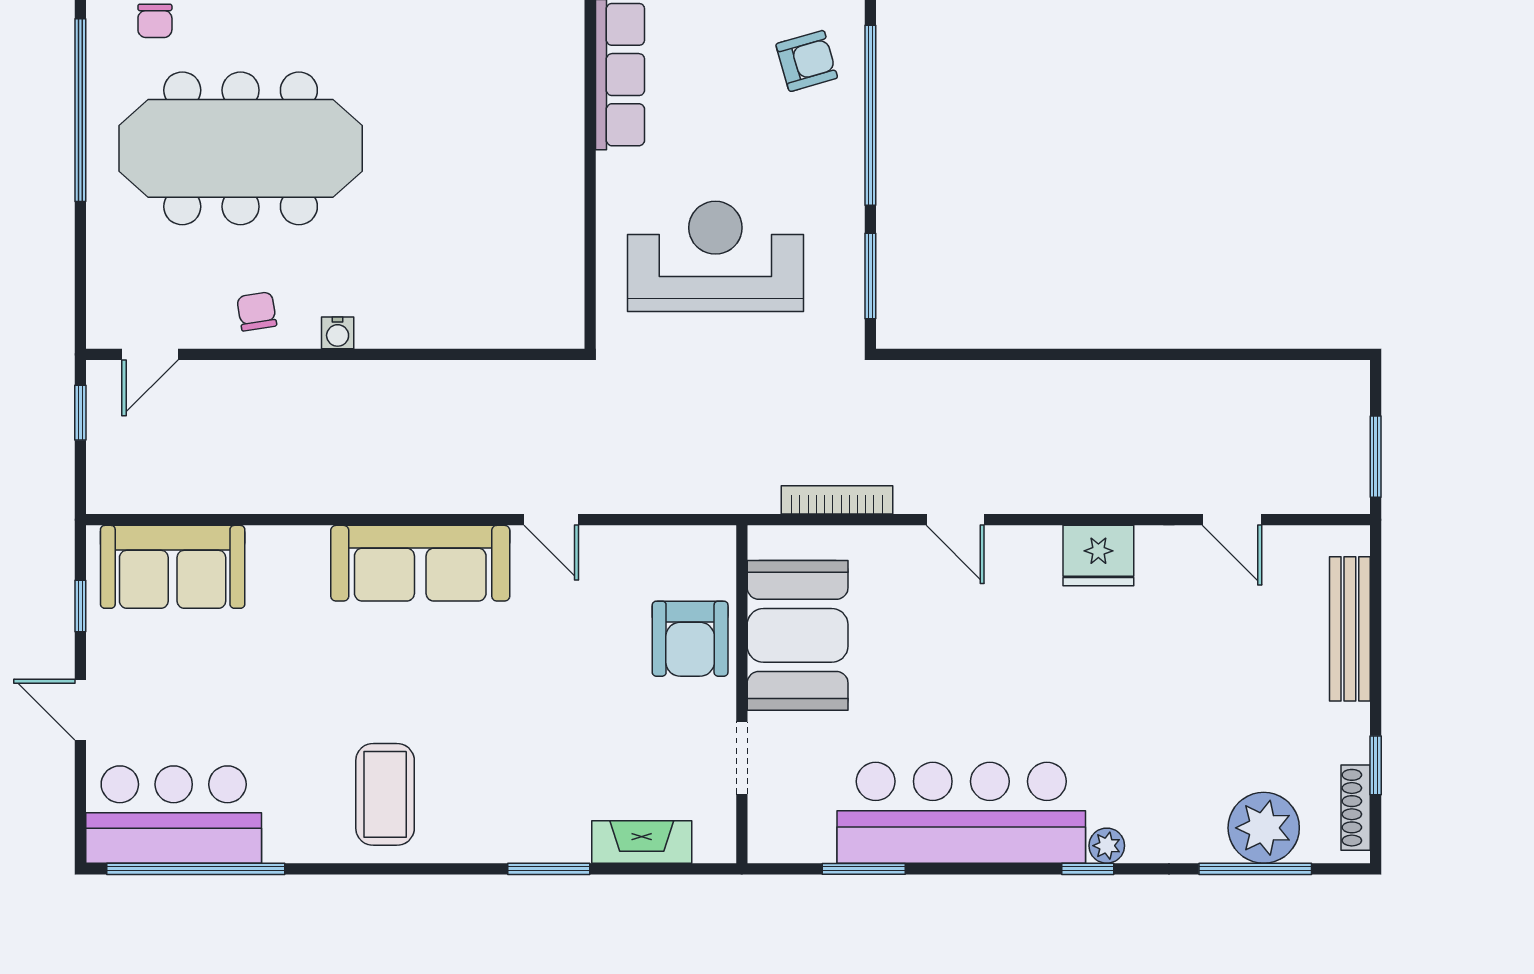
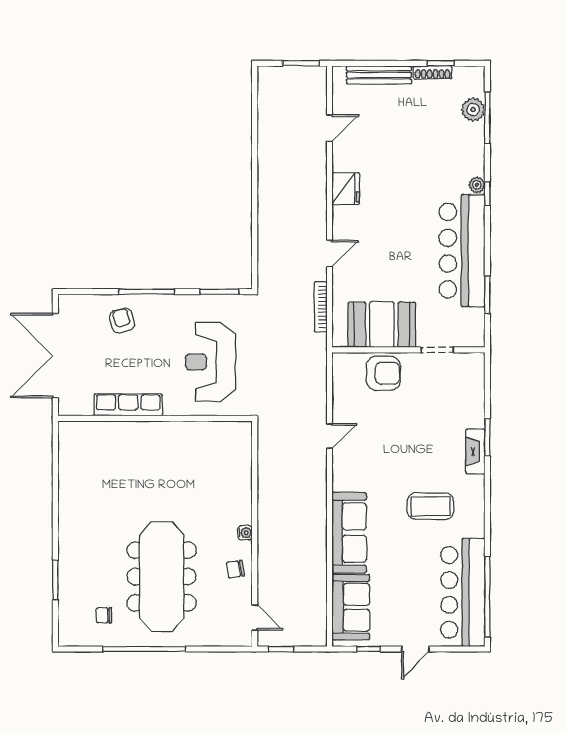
chair: (155, 21) -> (104, 615), turned 180
window: (870, 115) -> (147, 292), width x0.68
sofa: (420, 563) -> (349, 533), moved
coffee table: (385, 794) -> (430, 506), moved
shoe rack: (1356, 808) -> (433, 72), moved
bar counter: (174, 815) -> (463, 592), width x1.36
plant: (1264, 828) -> (473, 110), width x0.73, depth x0.73
fireplace: (642, 842) -> (475, 452), moved

